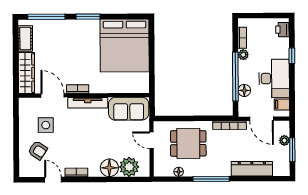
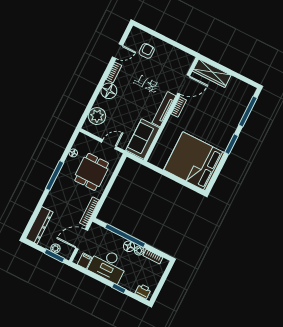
cot: (25, 38) -> (239, 86), removed
floor lamp: (244, 90) -> (129, 246), moved
side table: (46, 125) -> (163, 67), removed
armchair: (38, 150) -> (147, 51), turned 147
window: (292, 150) -> (54, 256), moved
floor lamp: (109, 168) -> (109, 91), moved
dresser: (252, 169) -> (39, 225), moved

